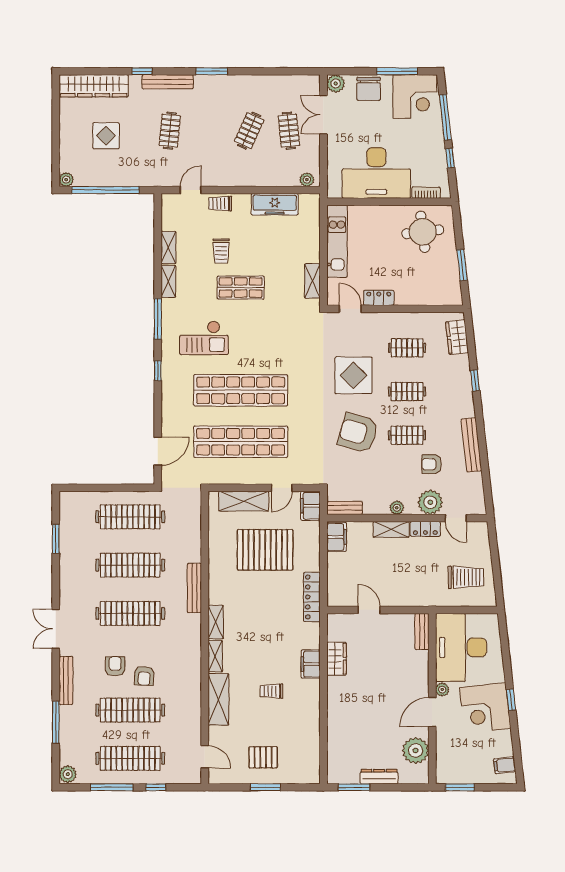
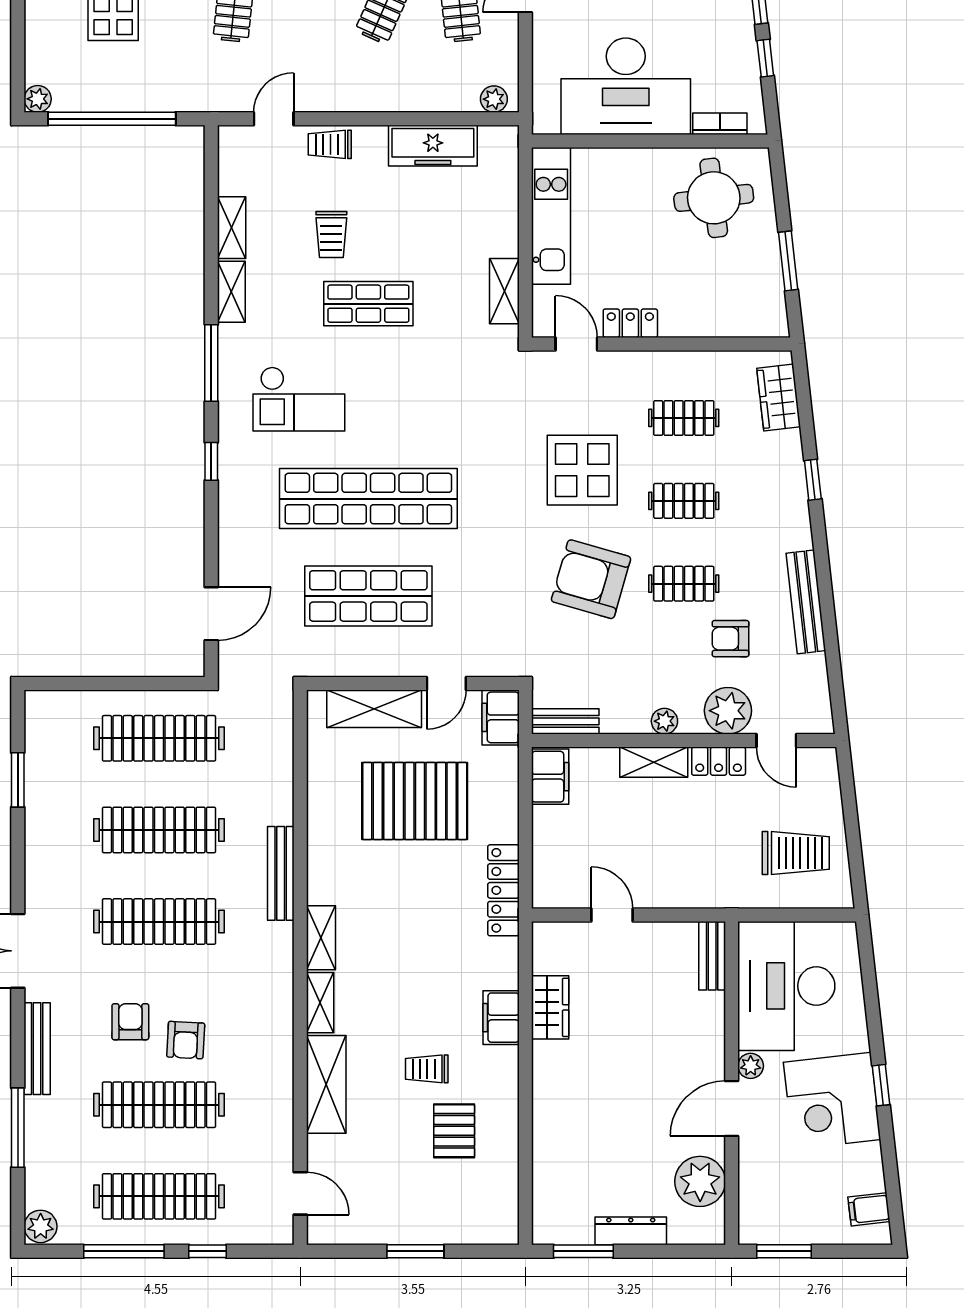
shop shelf: (241, 442) -> (368, 596), width x0.71
pallet: (263, 757) -> (454, 1131), moved, turned 90

